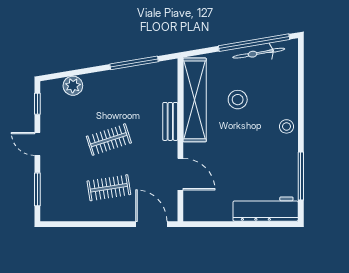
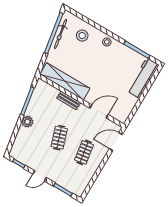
plant: (73, 86) -> (27, 122), moved
stool: (238, 100) -> (82, 36), moved

